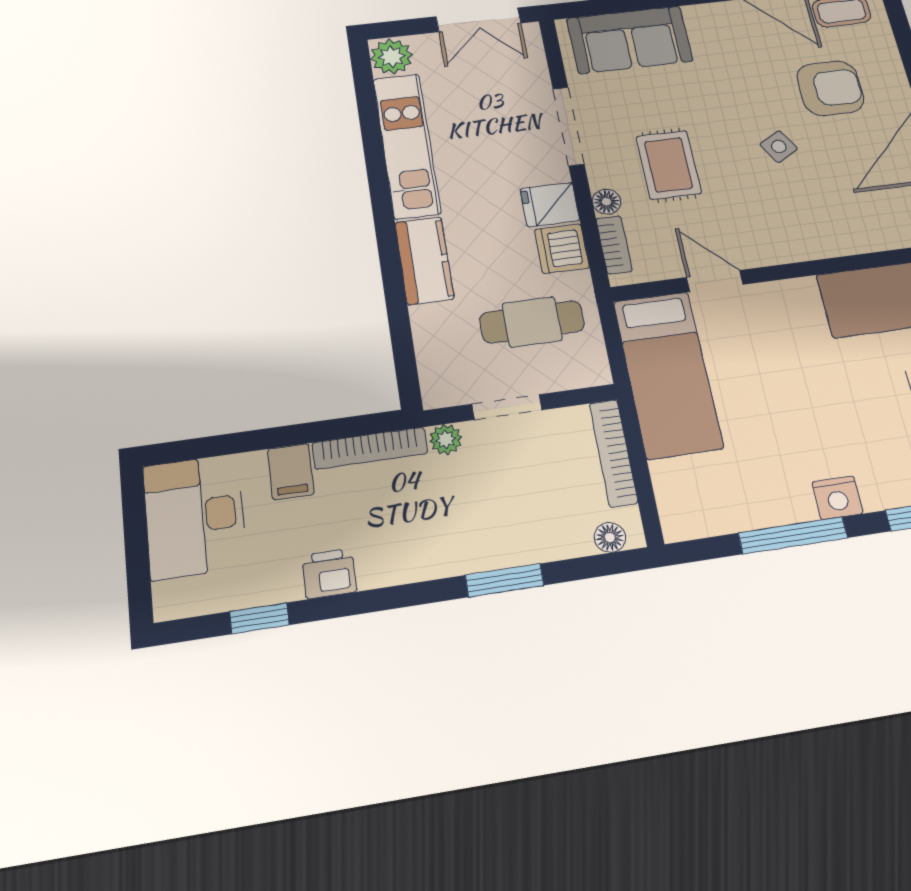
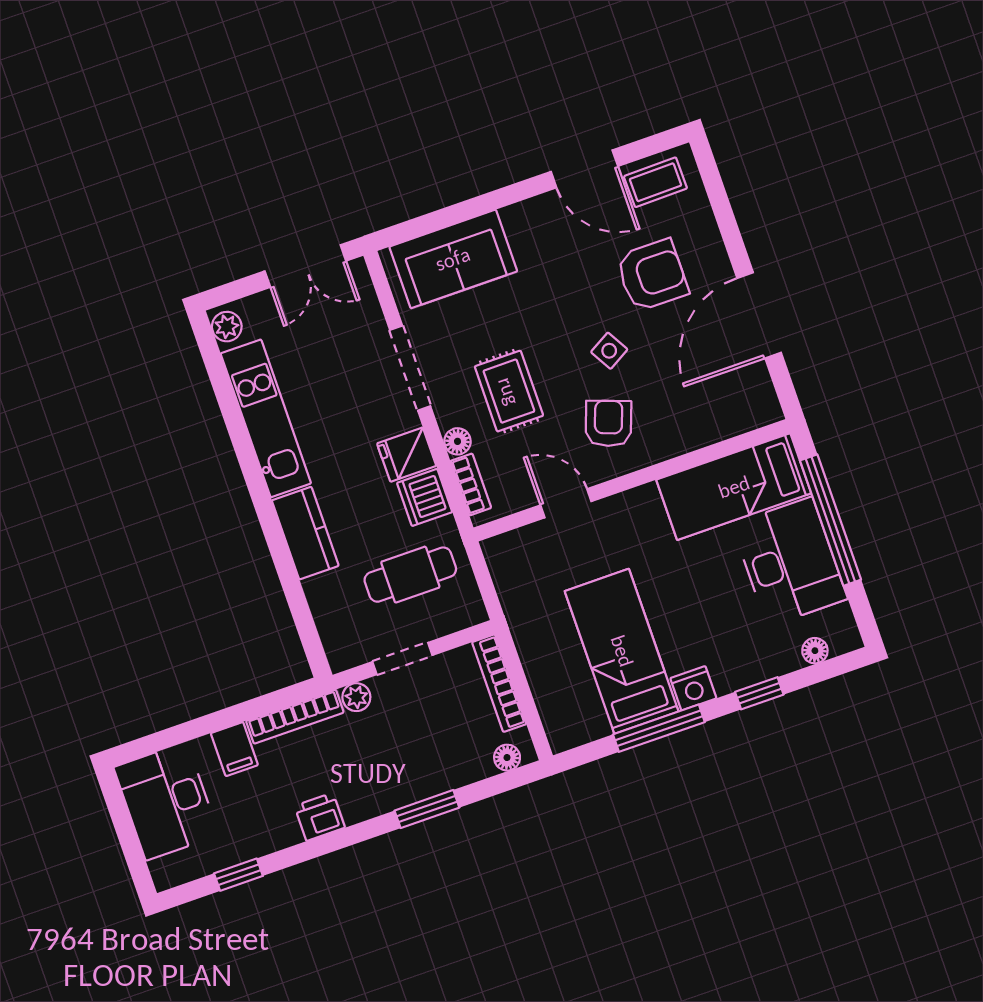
plant: (392, 57) -> (227, 327), width x0.73, depth x0.73
armchair: (770, 213) -> (608, 423), added
bed: (668, 374) -> (622, 651), moved, turned 180
printer: (329, 573) -> (320, 817), moved

